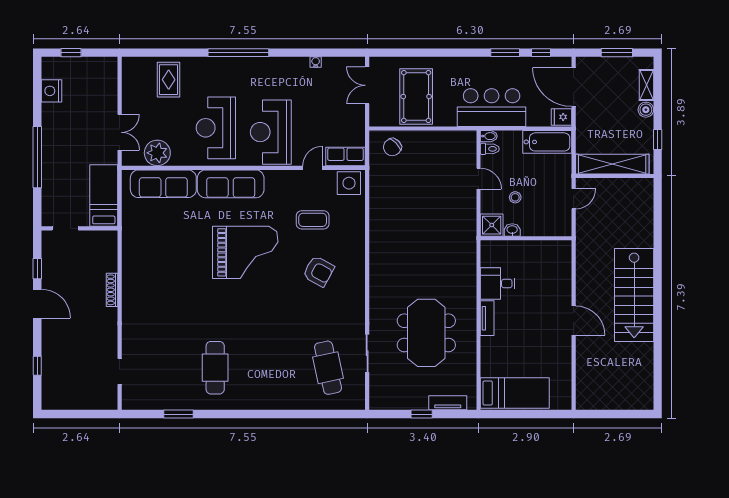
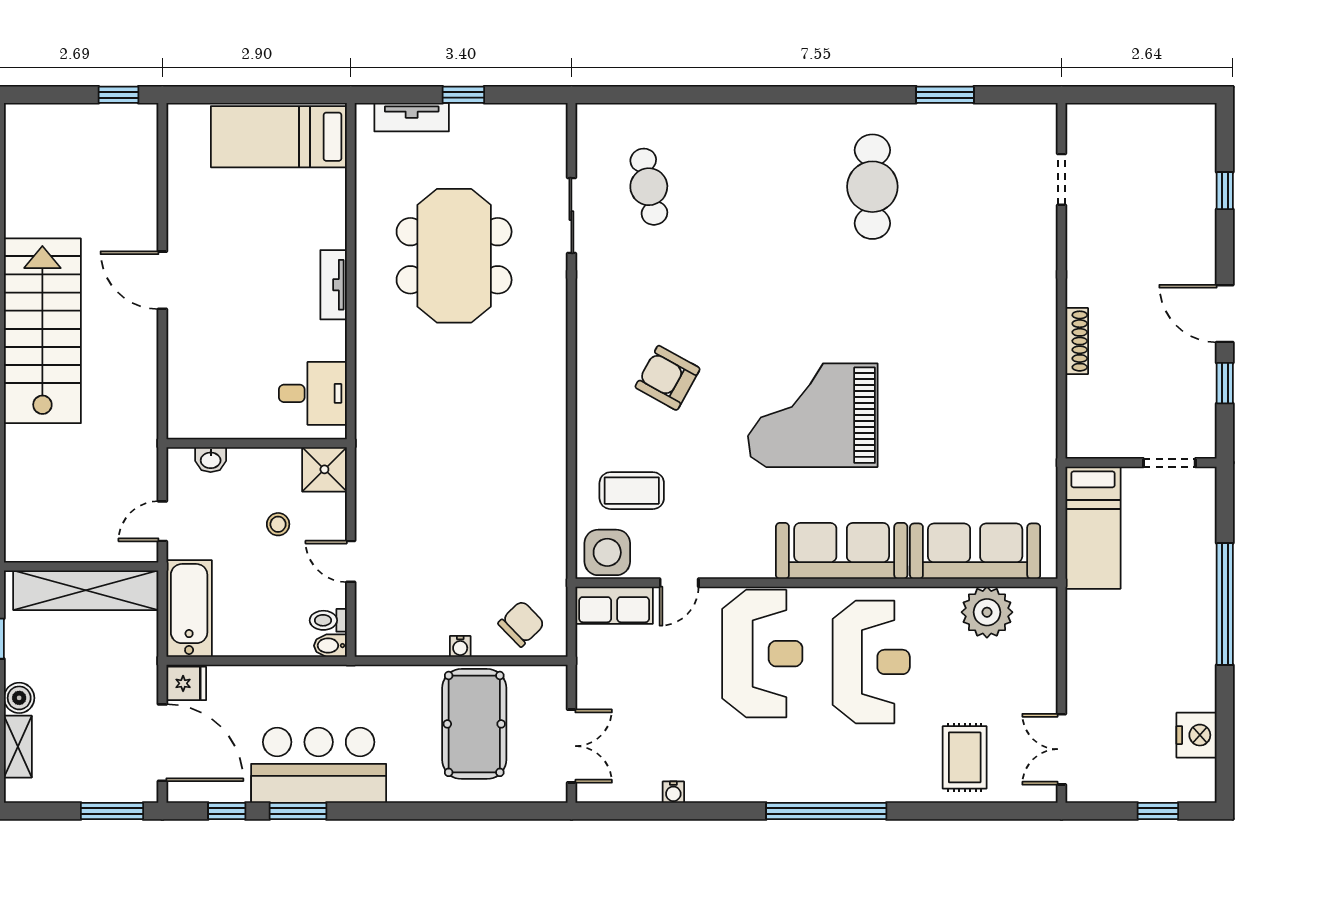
window: (617, 53) -> (112, 811), moved
bar counter: (492, 108) -> (319, 765), moved, turned 180
double door: (120, 132) -> (1062, 749), moved
water cooler: (423, 136) -> (460, 646), added
bathtub: (547, 142) -> (189, 608), moved, turned 90
coffee table: (313, 220) -> (632, 491), moved
washbasin: (512, 230) -> (211, 460), moved
desk: (498, 284) -> (313, 393), moved
cafe table: (328, 368) -> (649, 187), width x0.73, depth x0.74
window: (596, 414) -> (119, 95), added

